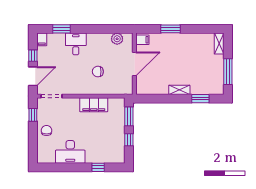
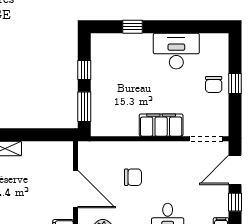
door: (134, 64) -> (76, 189), swing flipped
filing cabinet: (94, 105) -> (161, 125), moved
window: (33, 115) -> (235, 84), moved

